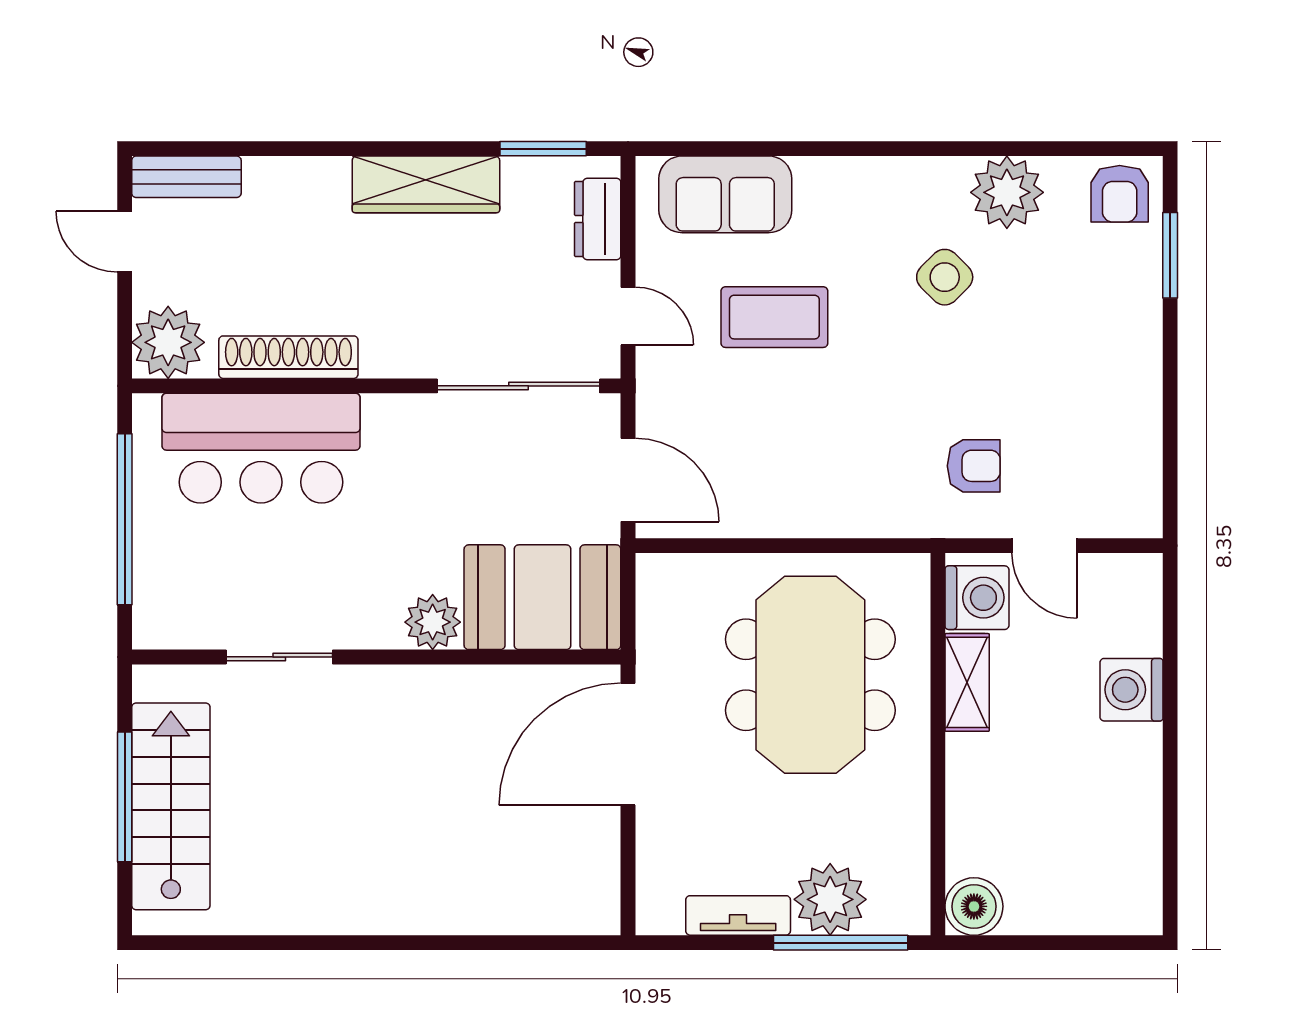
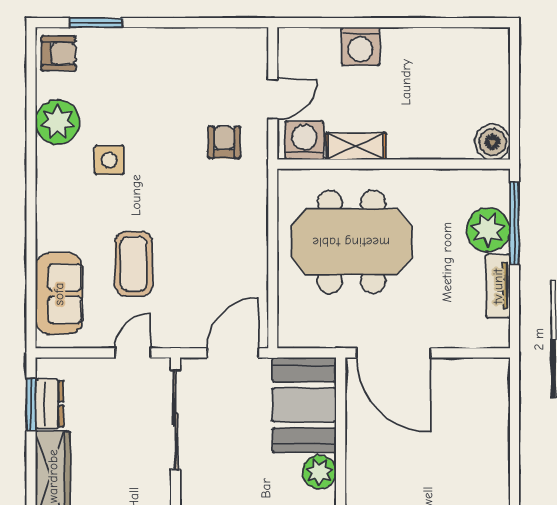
dresser: (598, 219) -> (49, 404), moved, turned -90
side table: (945, 277) -> (109, 160), turned 45

